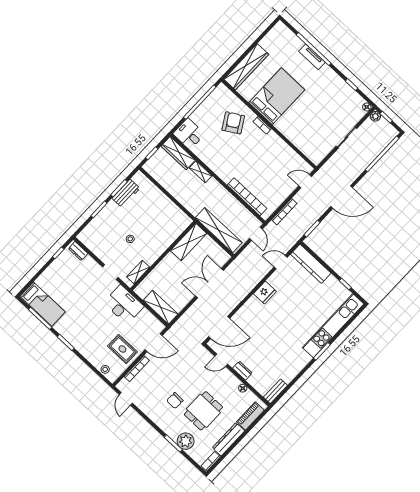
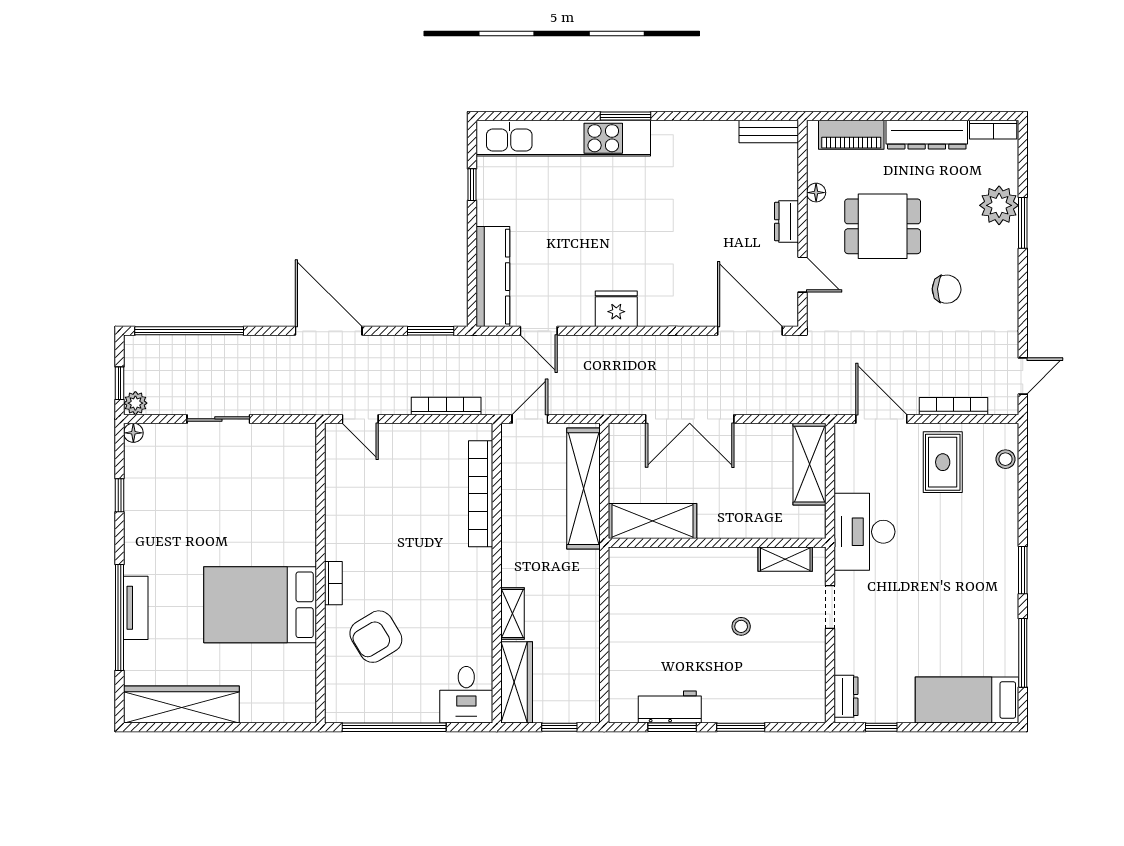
wardrobe: (246, 67) -> (181, 705), moved
bed: (43, 304) -> (967, 700), moved, turned -90
dining table: (203, 411) -> (883, 226), moved

